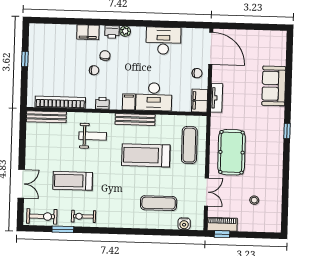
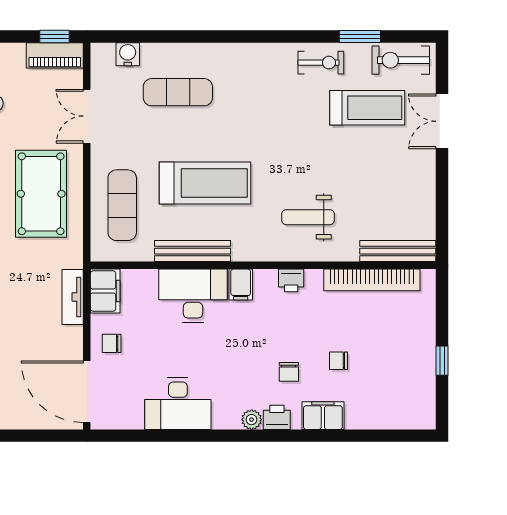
chair: (94, 70) -> (338, 361), moved
bench: (135, 119) -> (192, 251), moved
treadmill: (73, 181) -> (367, 108), moved

